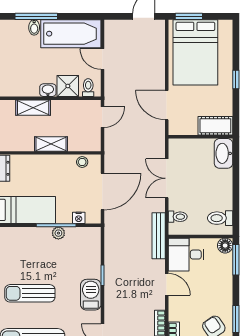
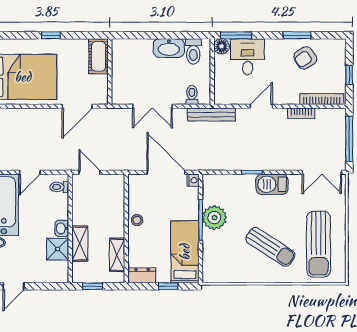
shower: (68, 86) -> (58, 249), moved
shelving: (51, 144) -> (117, 255), moved
washbasin: (223, 153) -> (169, 48), moved
stool: (82, 162) -> (137, 220), moved
nightstand: (79, 218) -> (193, 180), moved
plant: (58, 233) -> (214, 218), width x1.88, depth x1.88
desk: (186, 255) -> (248, 57), moved, turned 180
sun lounger: (30, 293) -> (271, 247), turned -57

